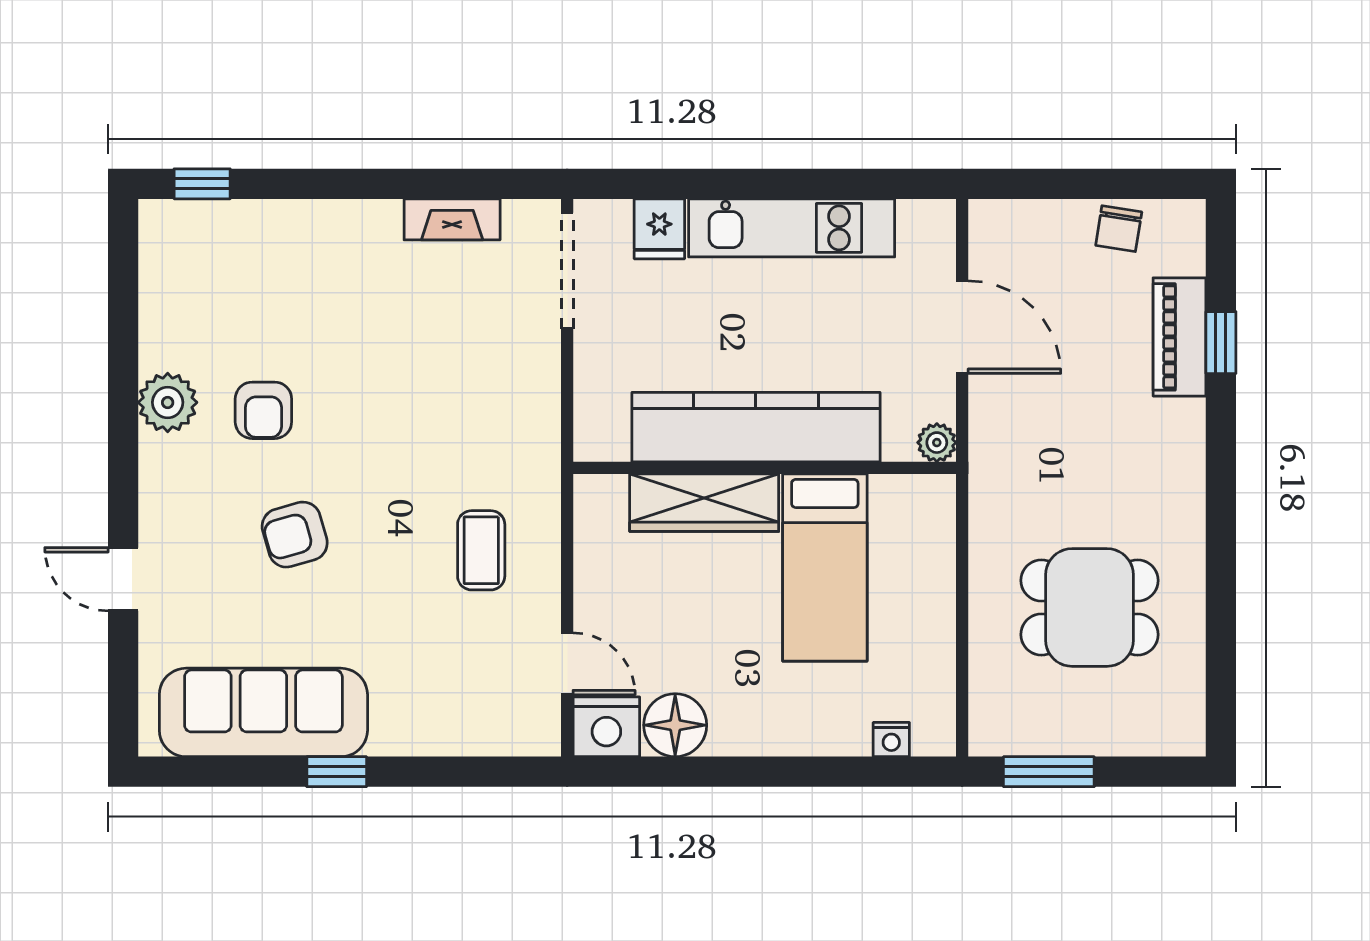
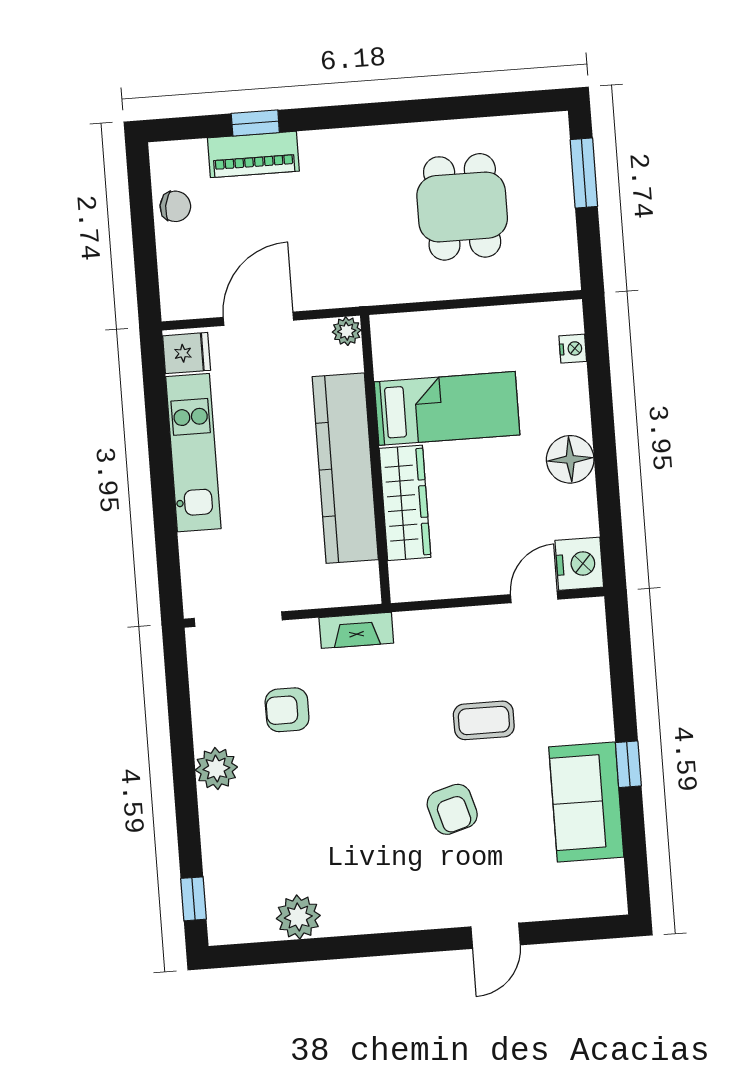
fireplace: (452, 219) -> (356, 630), moved, turned 90
plant: (372, 227) -> (216, 769), added
fridge: (659, 229) -> (187, 353), moved
plant: (168, 402) -> (298, 917), moved
armchair: (263, 410) -> (287, 710), moved, turned 180
coffee table: (481, 550) -> (484, 720), moved
sofa: (263, 712) -> (586, 802), width x0.73
floor lamp: (675, 725) -> (570, 459), moved
window: (1049, 772) -> (584, 173), moved

